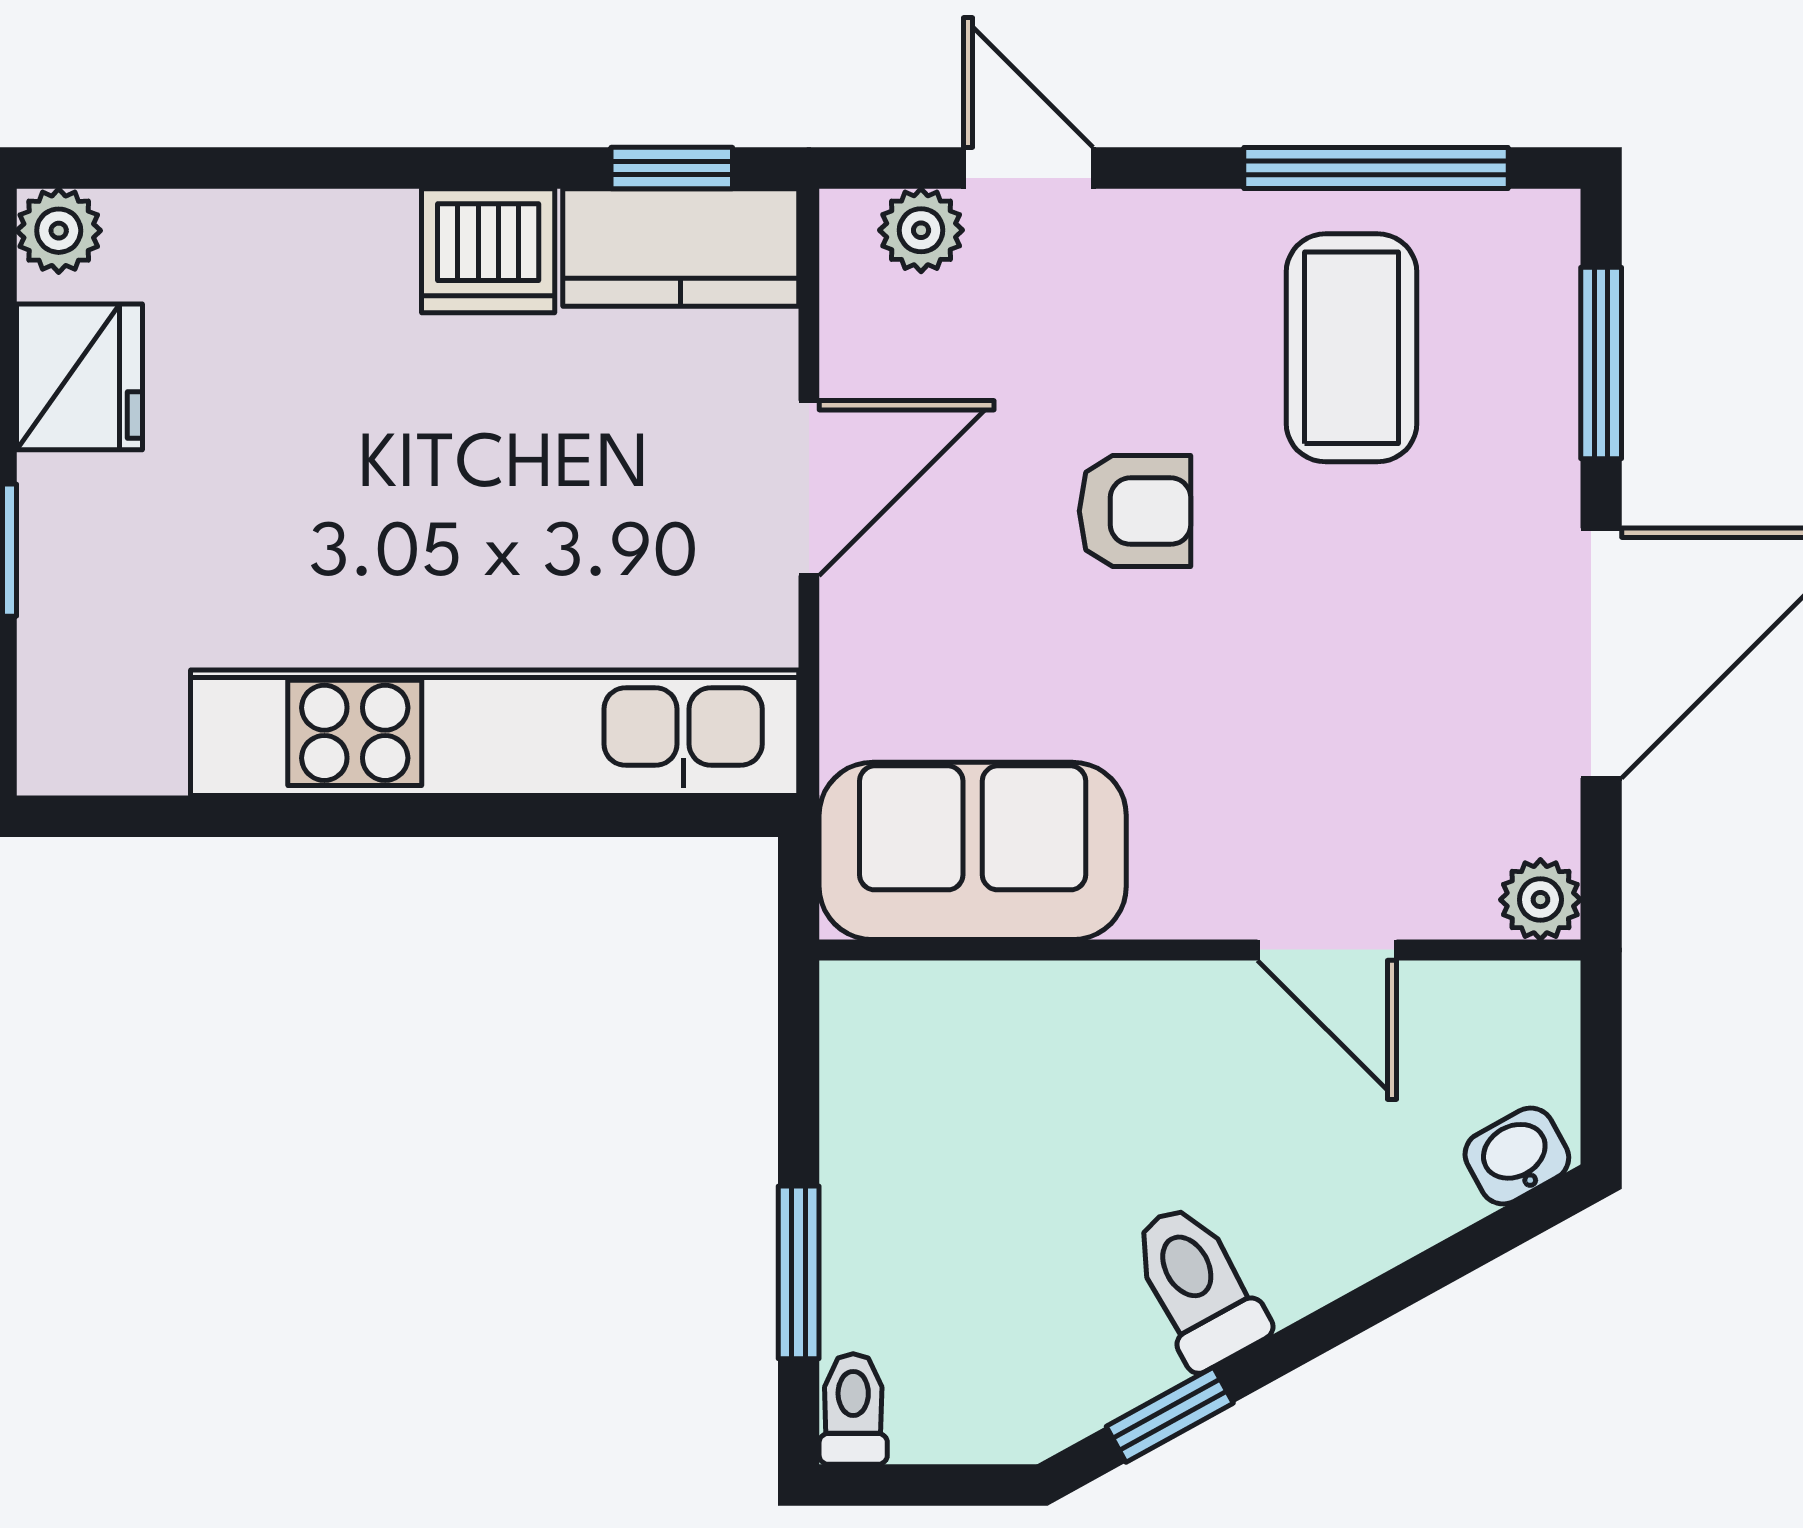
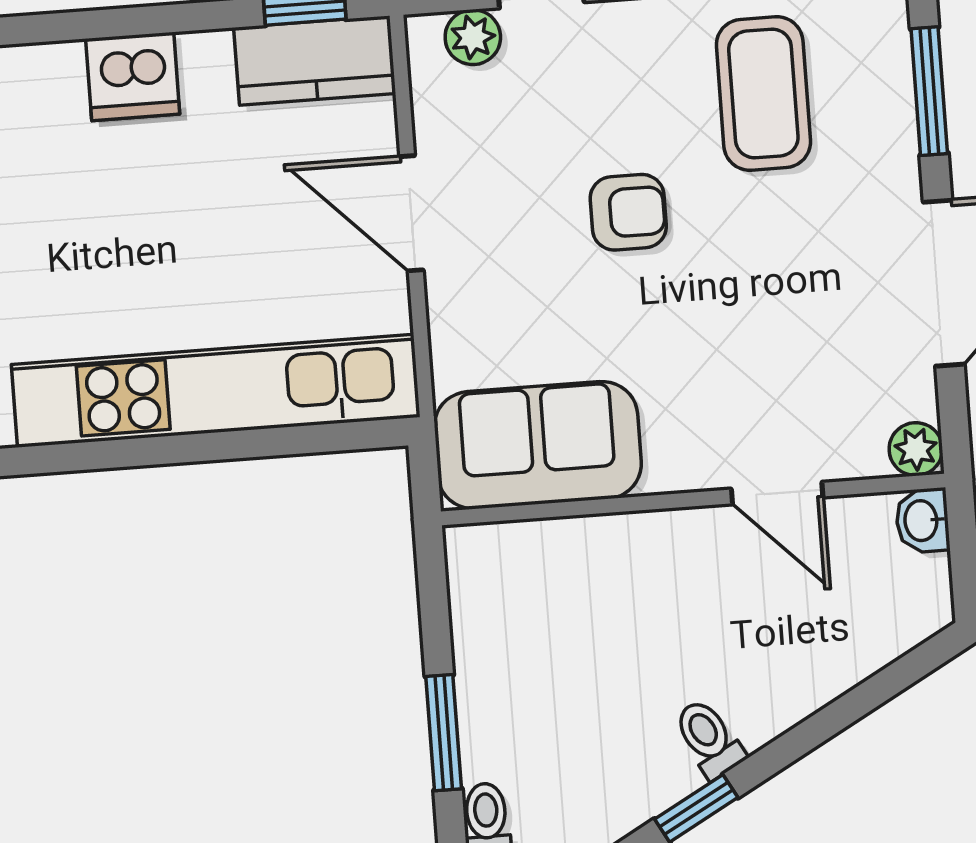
dishwasher: (488, 251) -> (133, 76), moved
door: (809, 488) -> (411, 213), swing flipped
washbasin: (1517, 1156) -> (922, 520), moved, turned -61
toilet: (1198, 1286) -> (709, 739), width x0.73, depth x0.72

